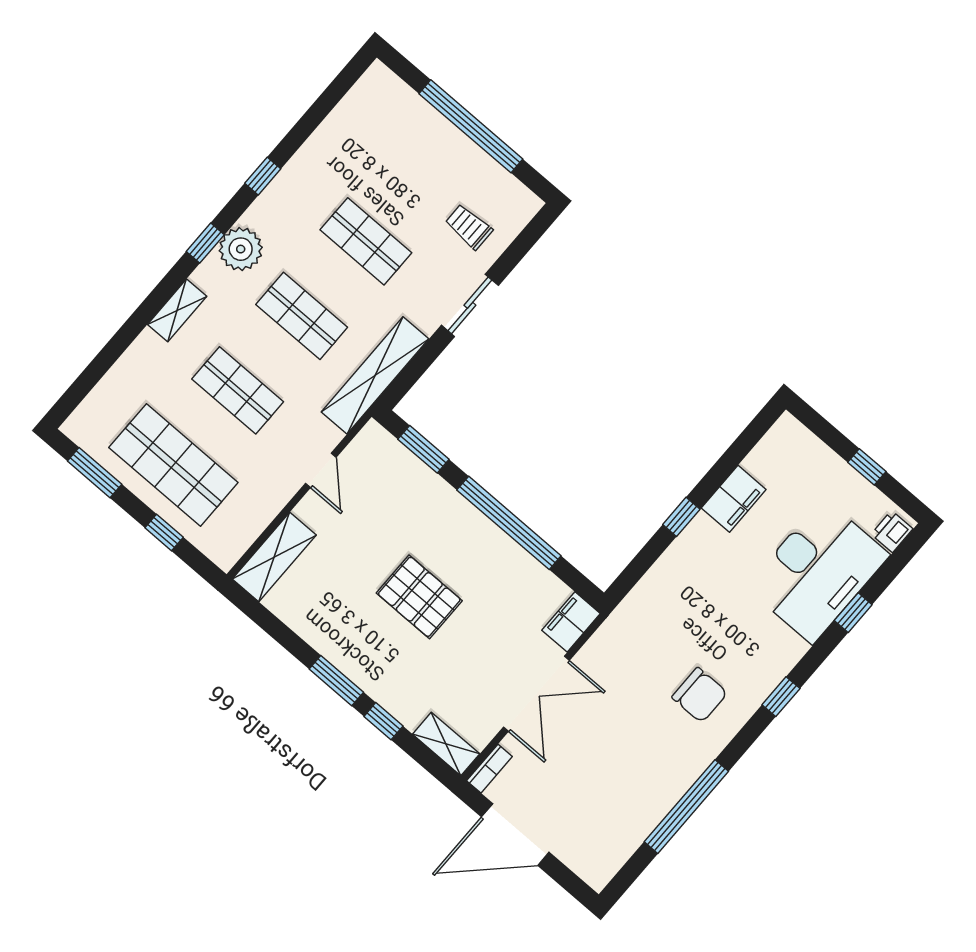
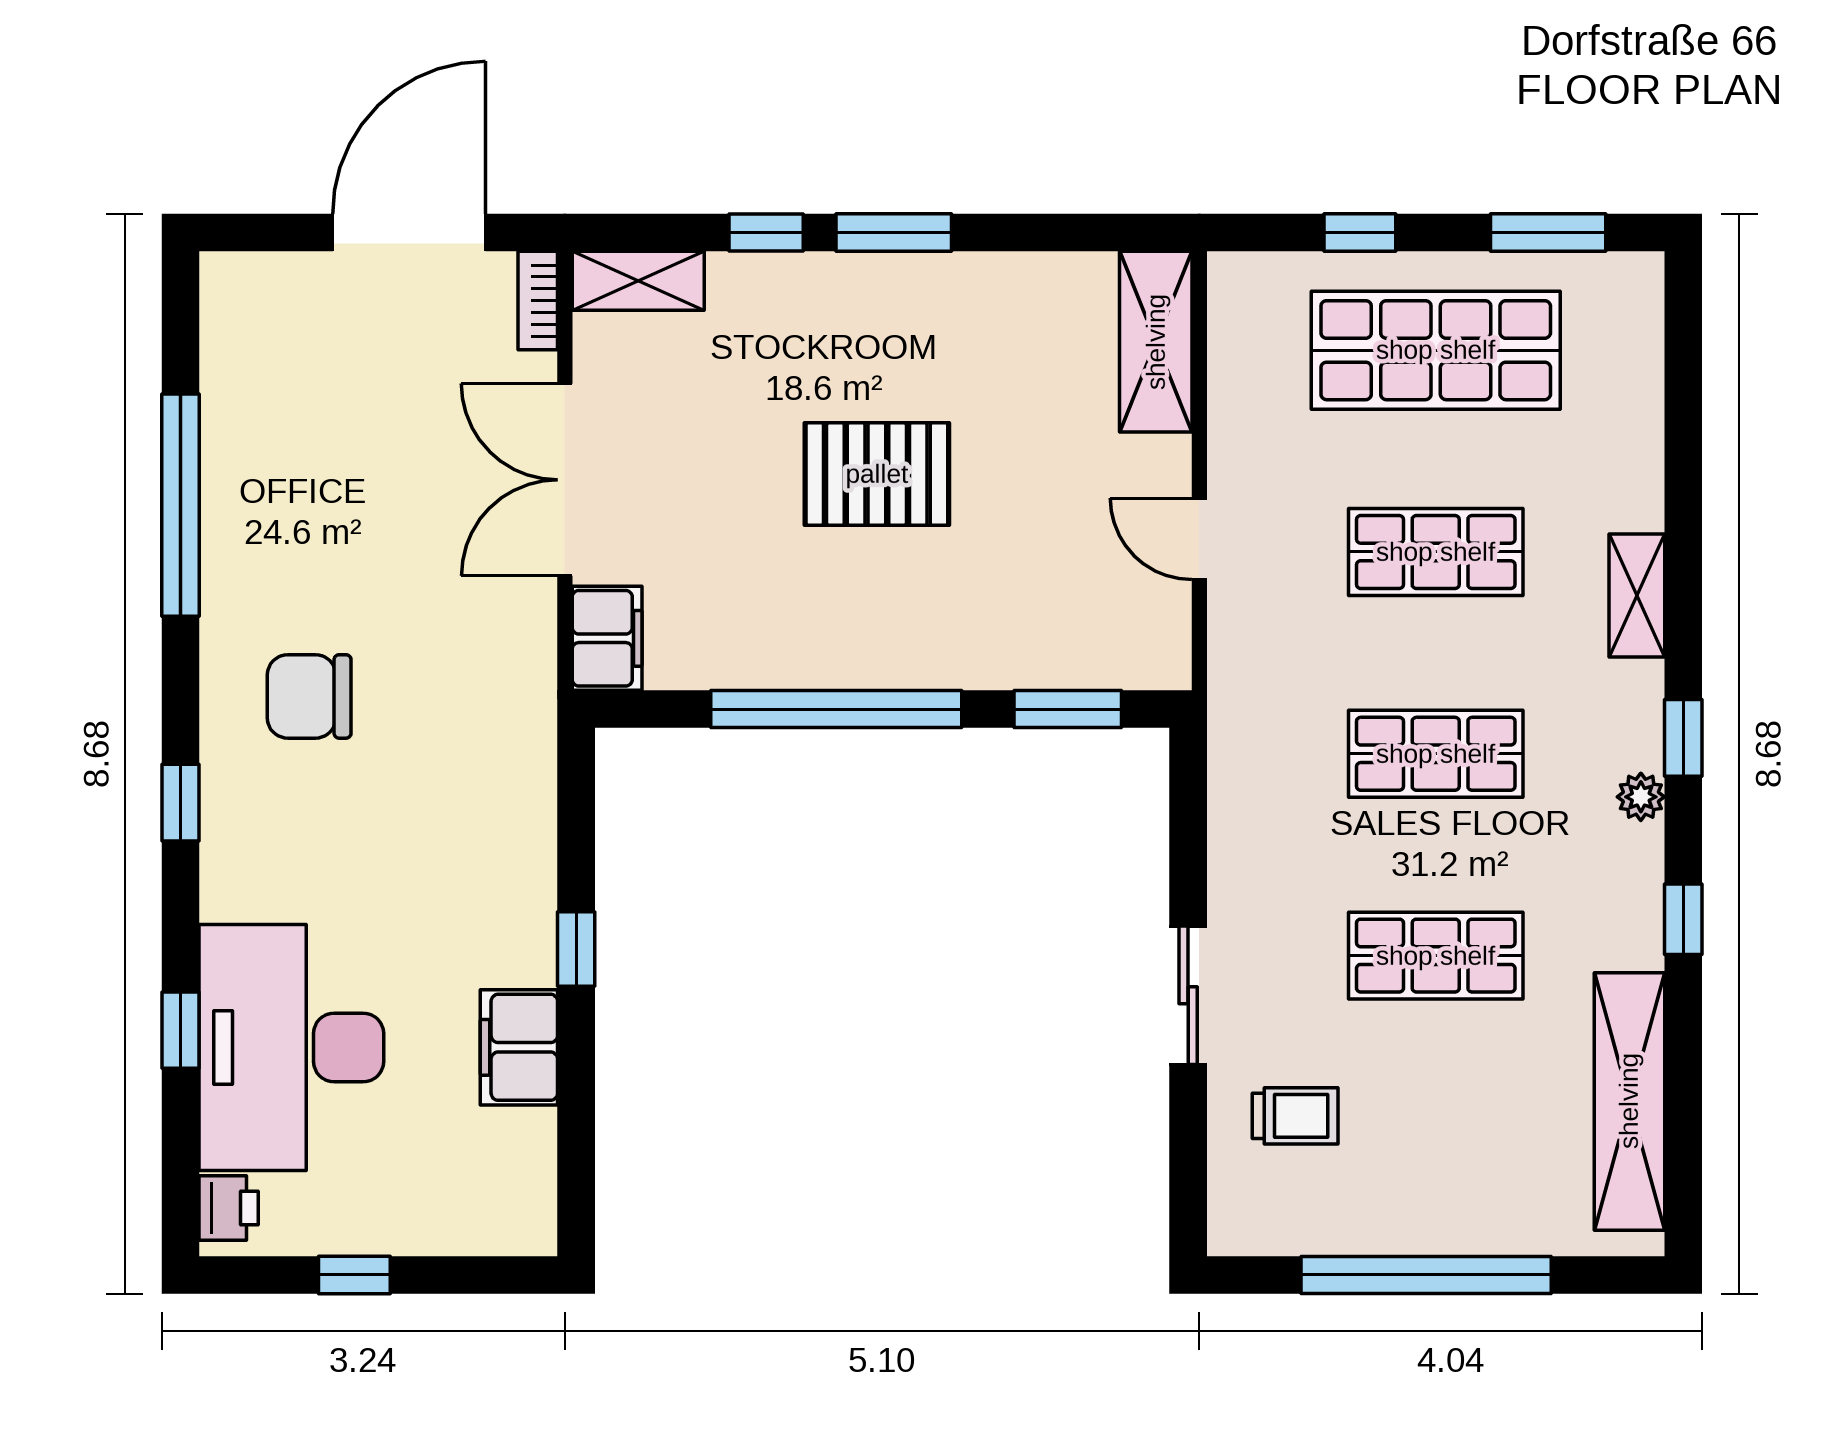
plant: (241, 249) -> (1641, 797), width x0.53, depth x0.53
shelving: (375, 375) -> (1629, 1101), moved

